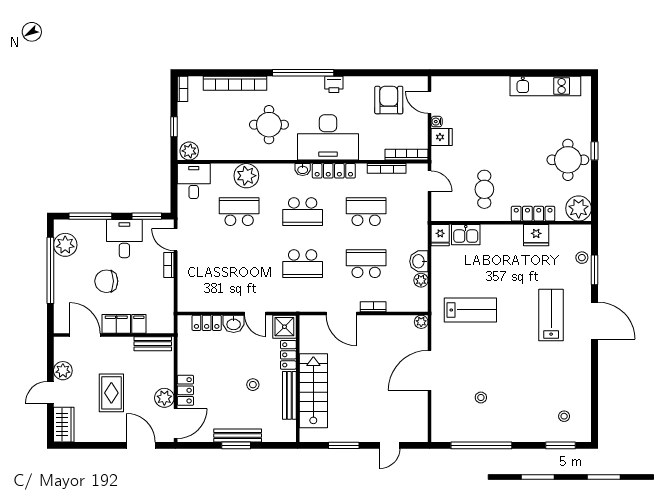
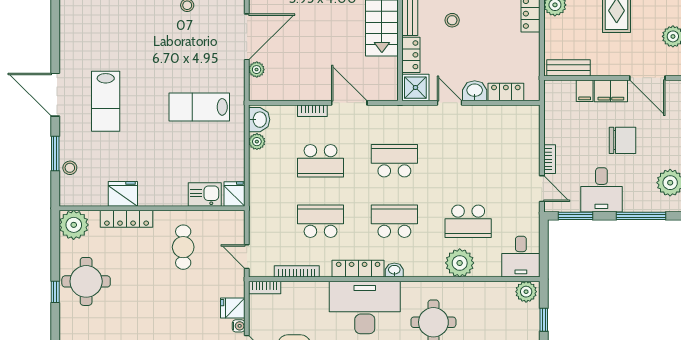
bookcase: (406, 155) -> (265, 287), width x0.64
school desk: (366, 212) -> (321, 221), turned 180
washbasin: (419, 261) -> (259, 120), moved
plant: (421, 322) -> (257, 70), moved

